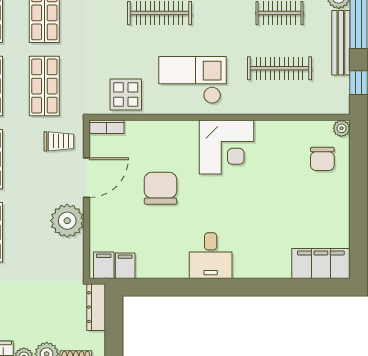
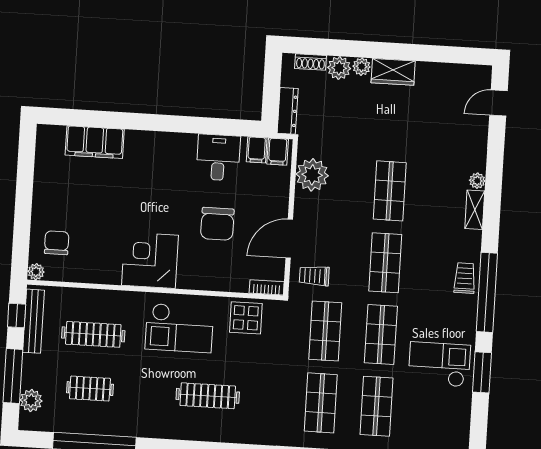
bench: (341, 43) -> (34, 321), moved
plant: (67, 221) -> (312, 175), moved
desk: (211, 256) -> (218, 157), moved
filing cabinet: (321, 263) -> (95, 142), moved

